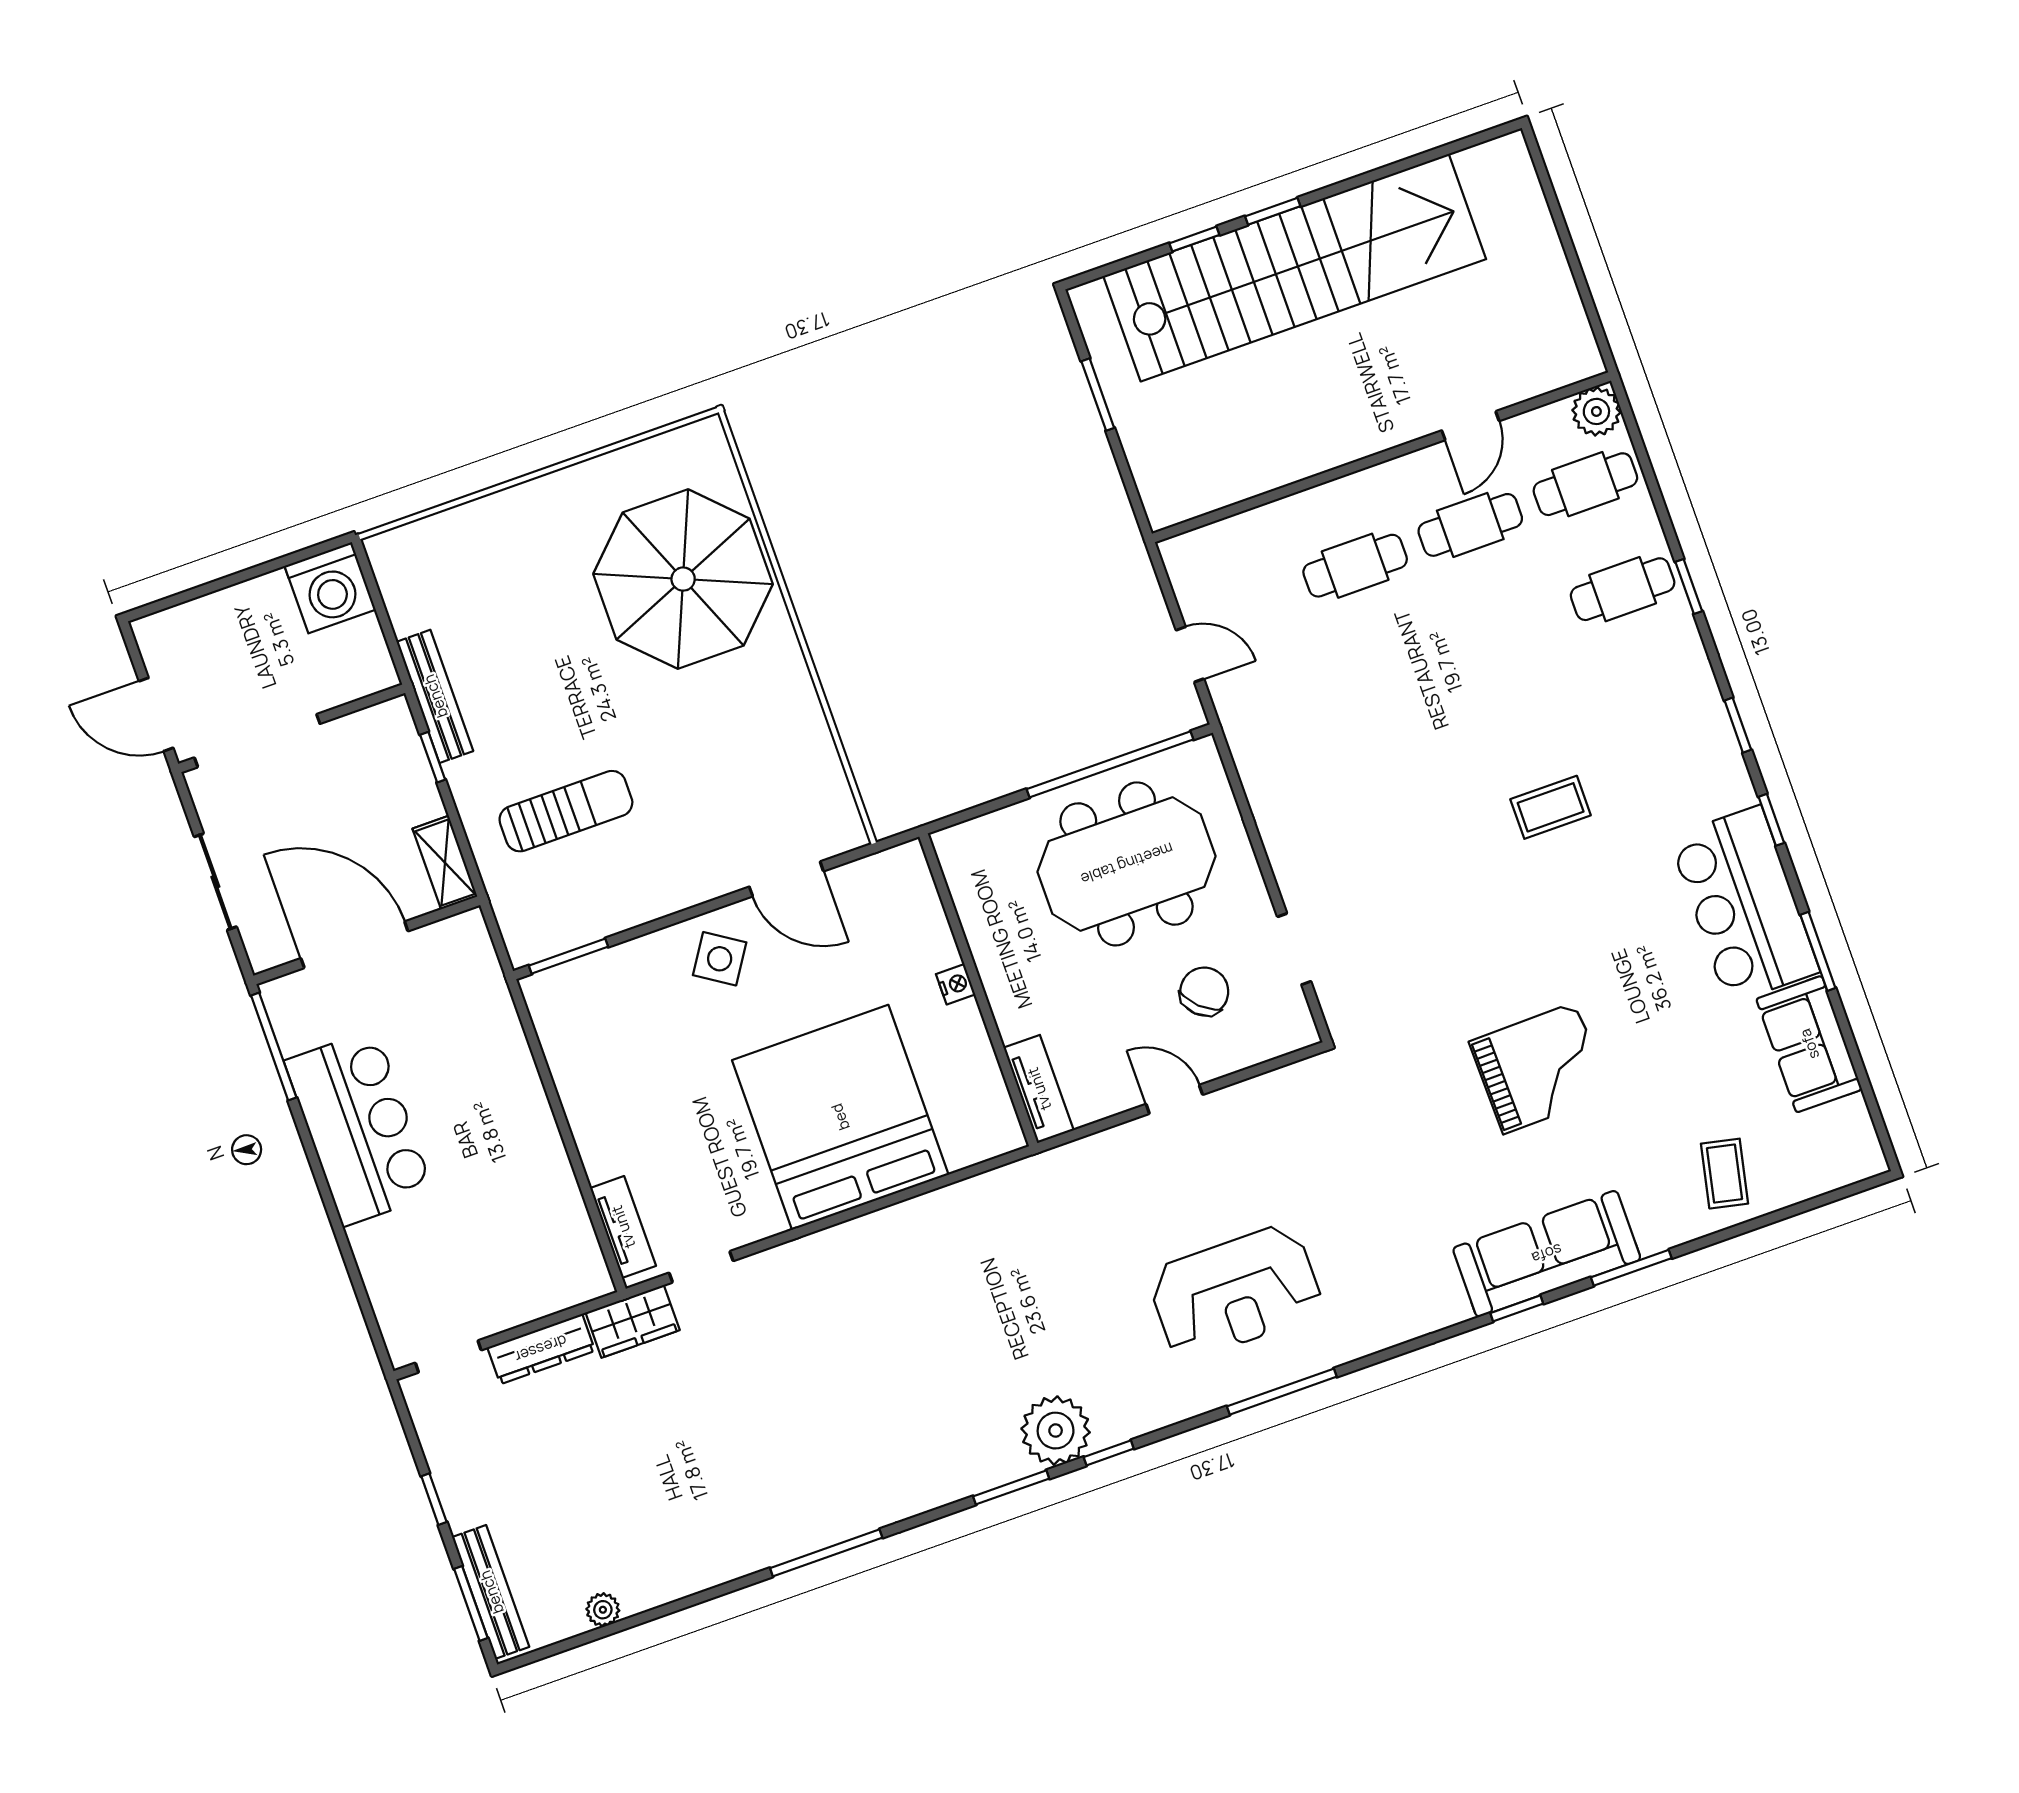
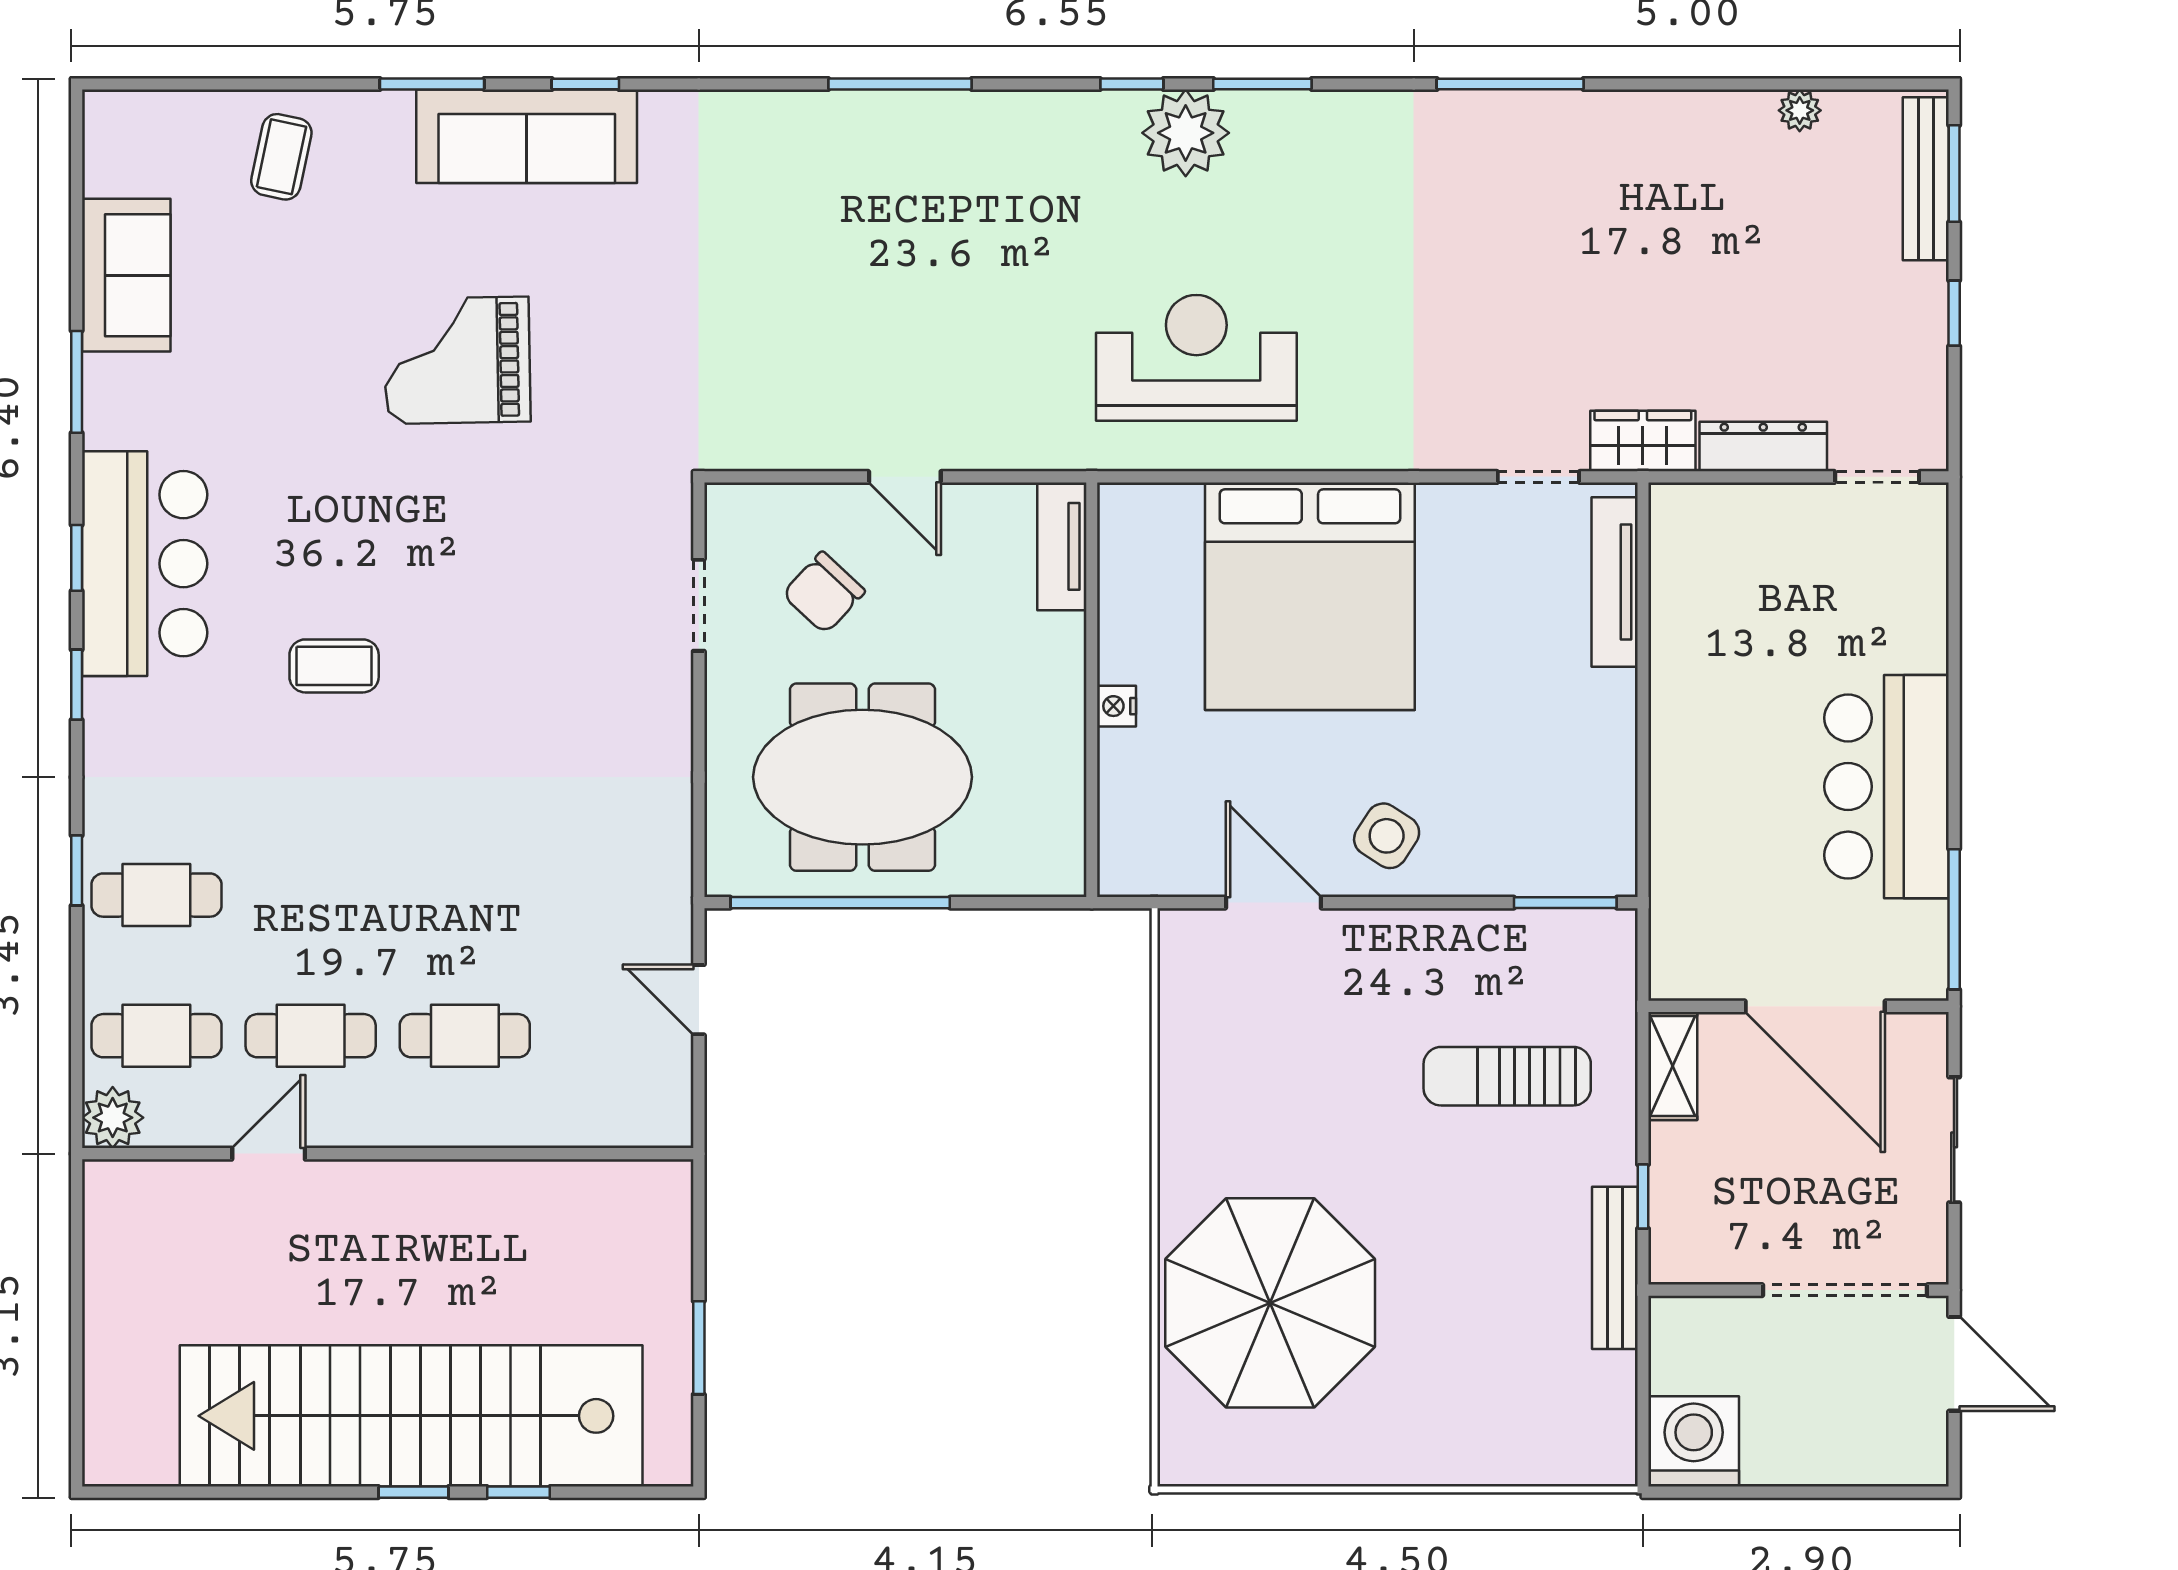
bar counter: (1744, 905) -> (145, 564), moved
tv unit: (623, 1227) -> (1615, 582), width x1.41
reception desk: (1235, 1292) -> (1196, 358), moved

